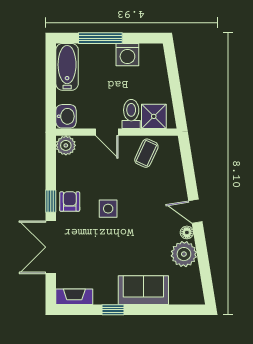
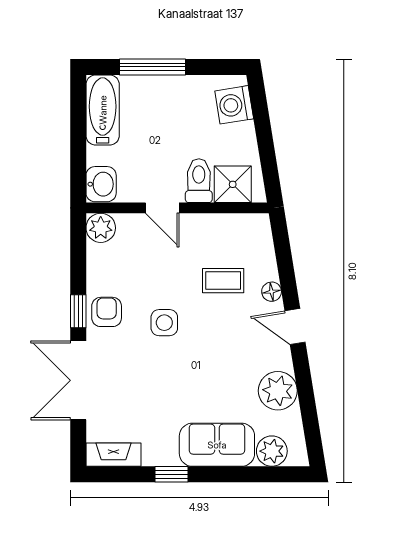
washing machine: (127, 55) -> (234, 105), moved, turned 81
coffee table: (146, 153) -> (223, 281), moved, turned 65
floor lamp: (187, 232) -> (272, 292), moved
plant: (180, 294) -> (272, 451), added

